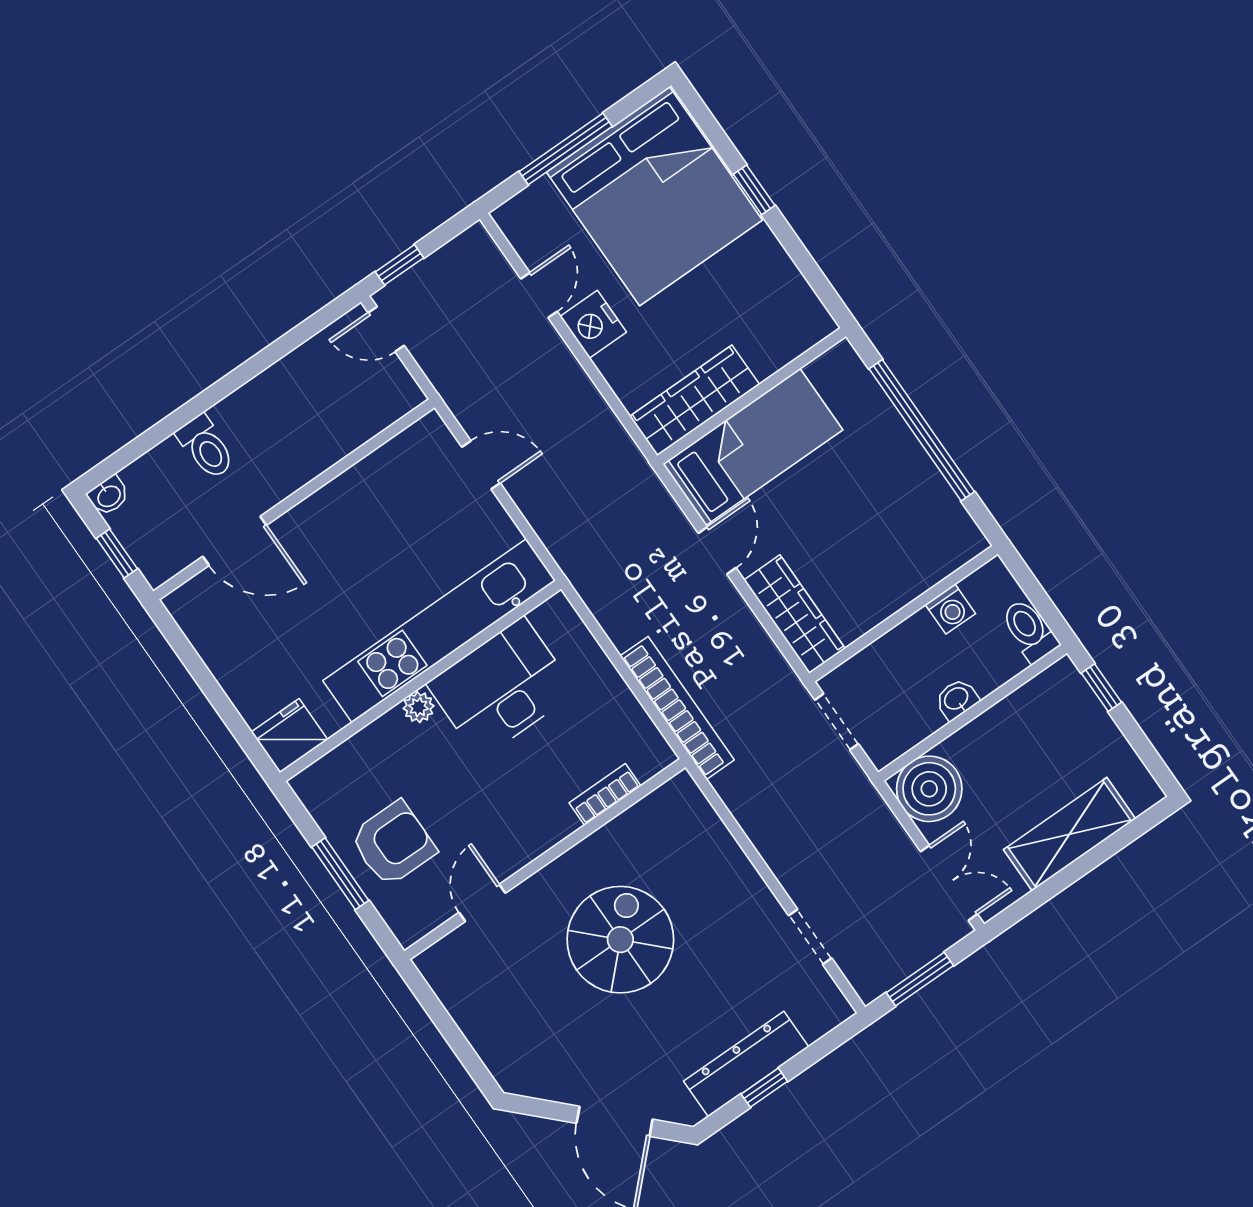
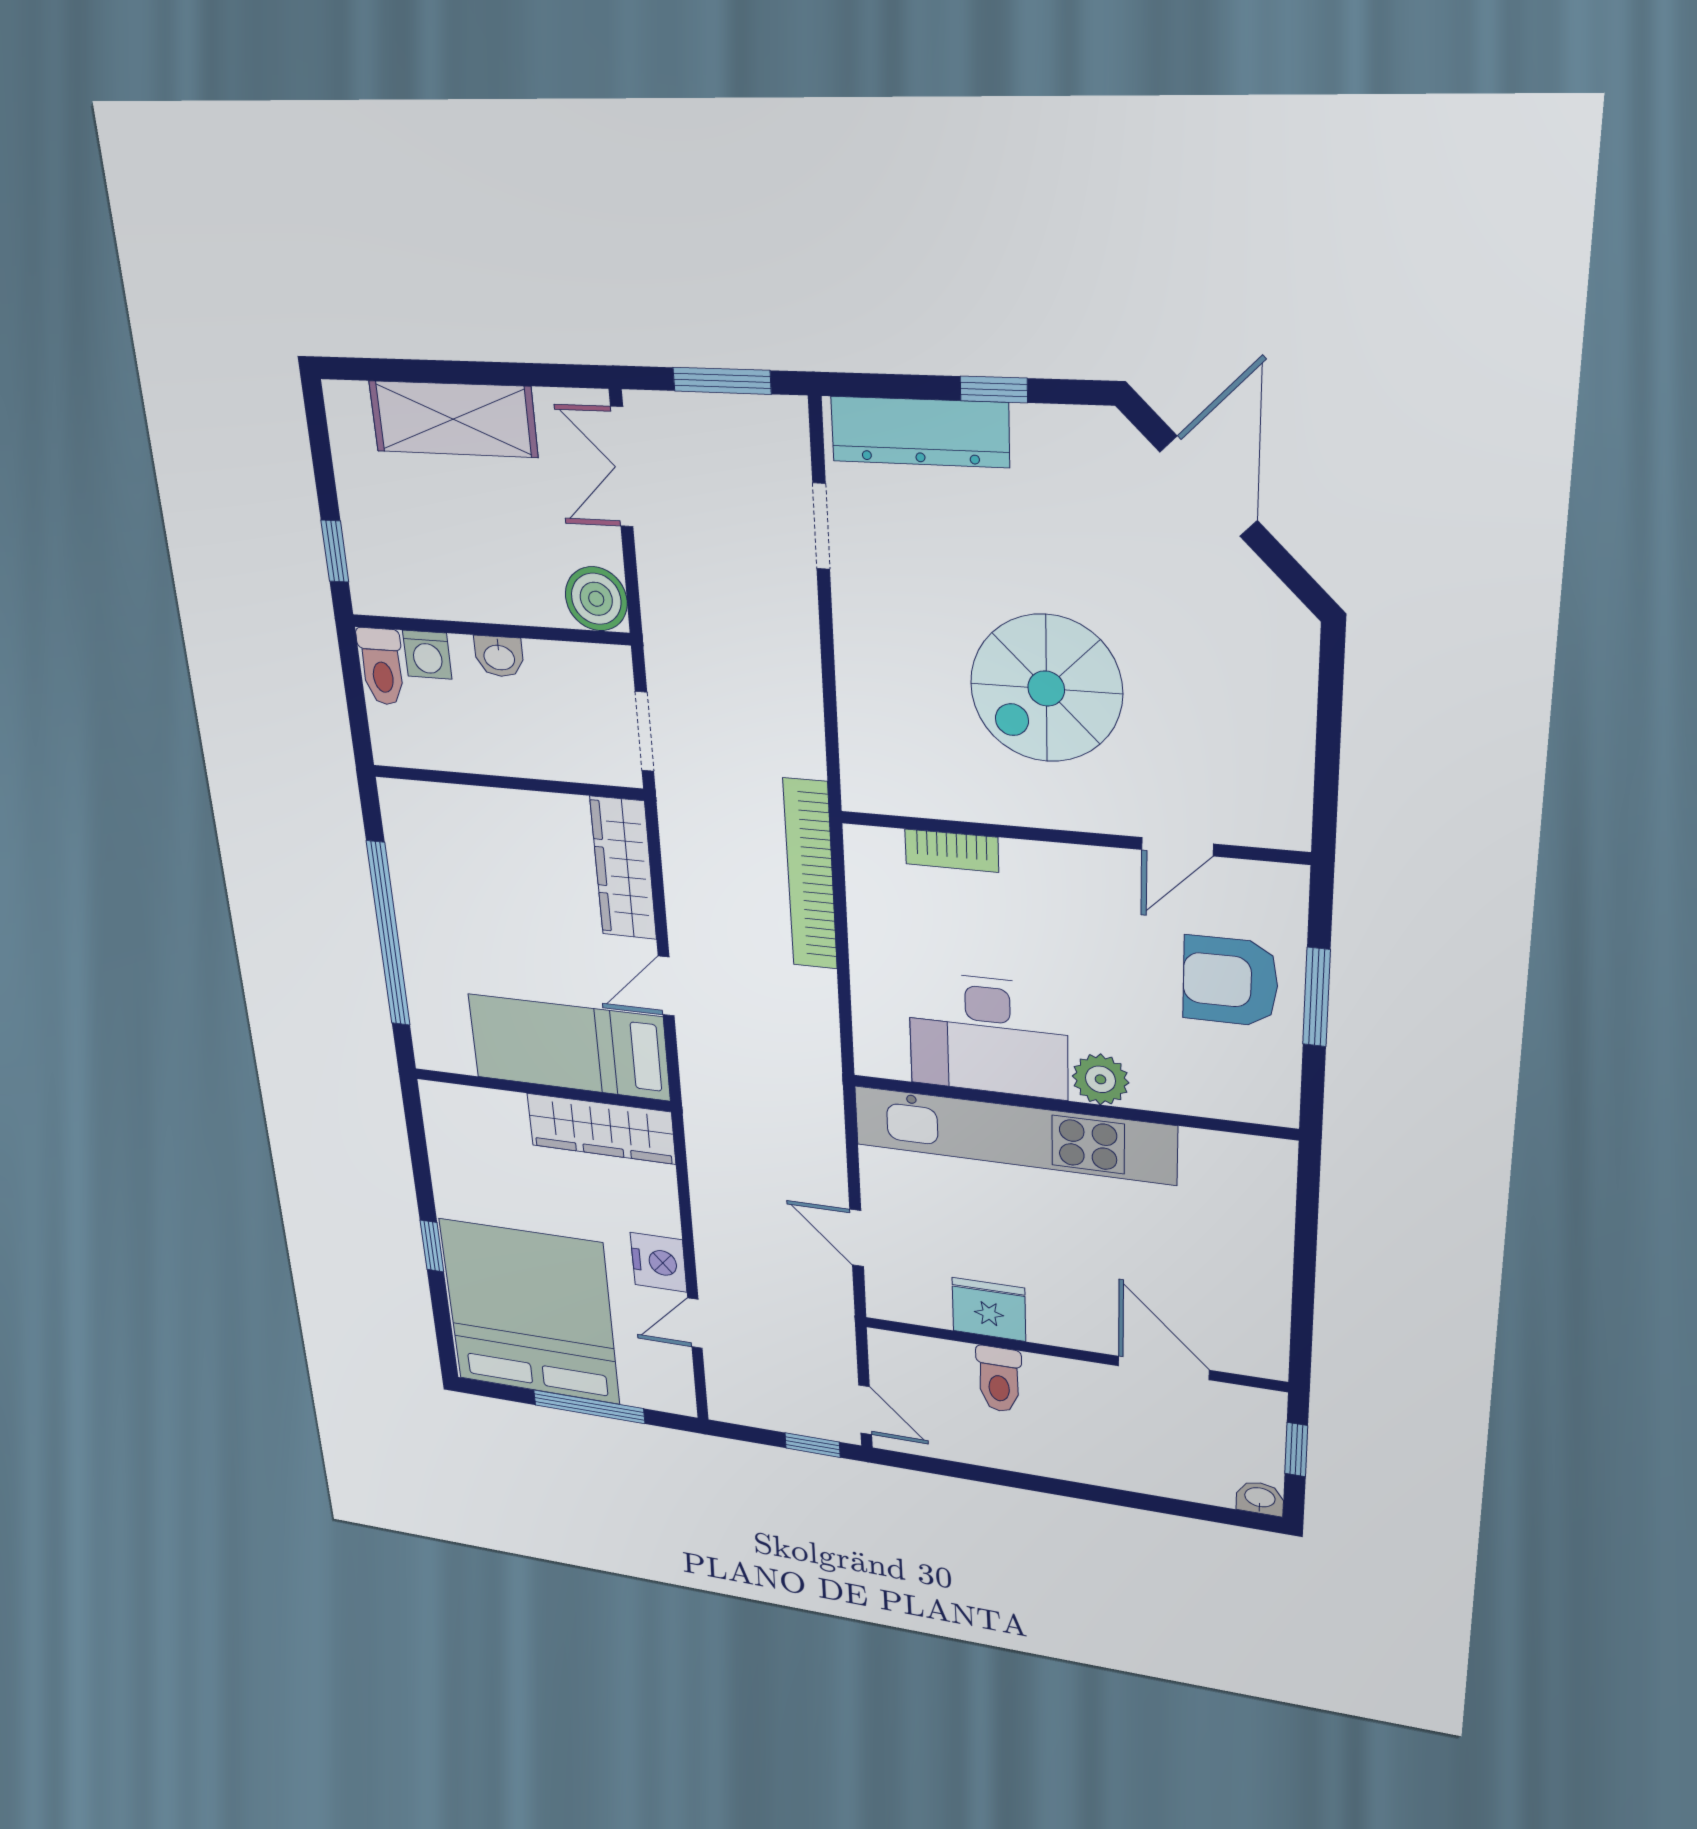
toilet: (206, 447) -> (999, 1379), moved, turned 180
washing machine: (950, 609) -> (427, 655), moved, turned 180
plant: (419, 707) -> (1101, 1079), width x1.38, depth x1.38
fridge: (289, 736) -> (989, 1309), moved, turned 180
boiler: (929, 789) -> (596, 599), width x0.73, depth x0.73
dresser: (746, 1064) -> (920, 432), moved

